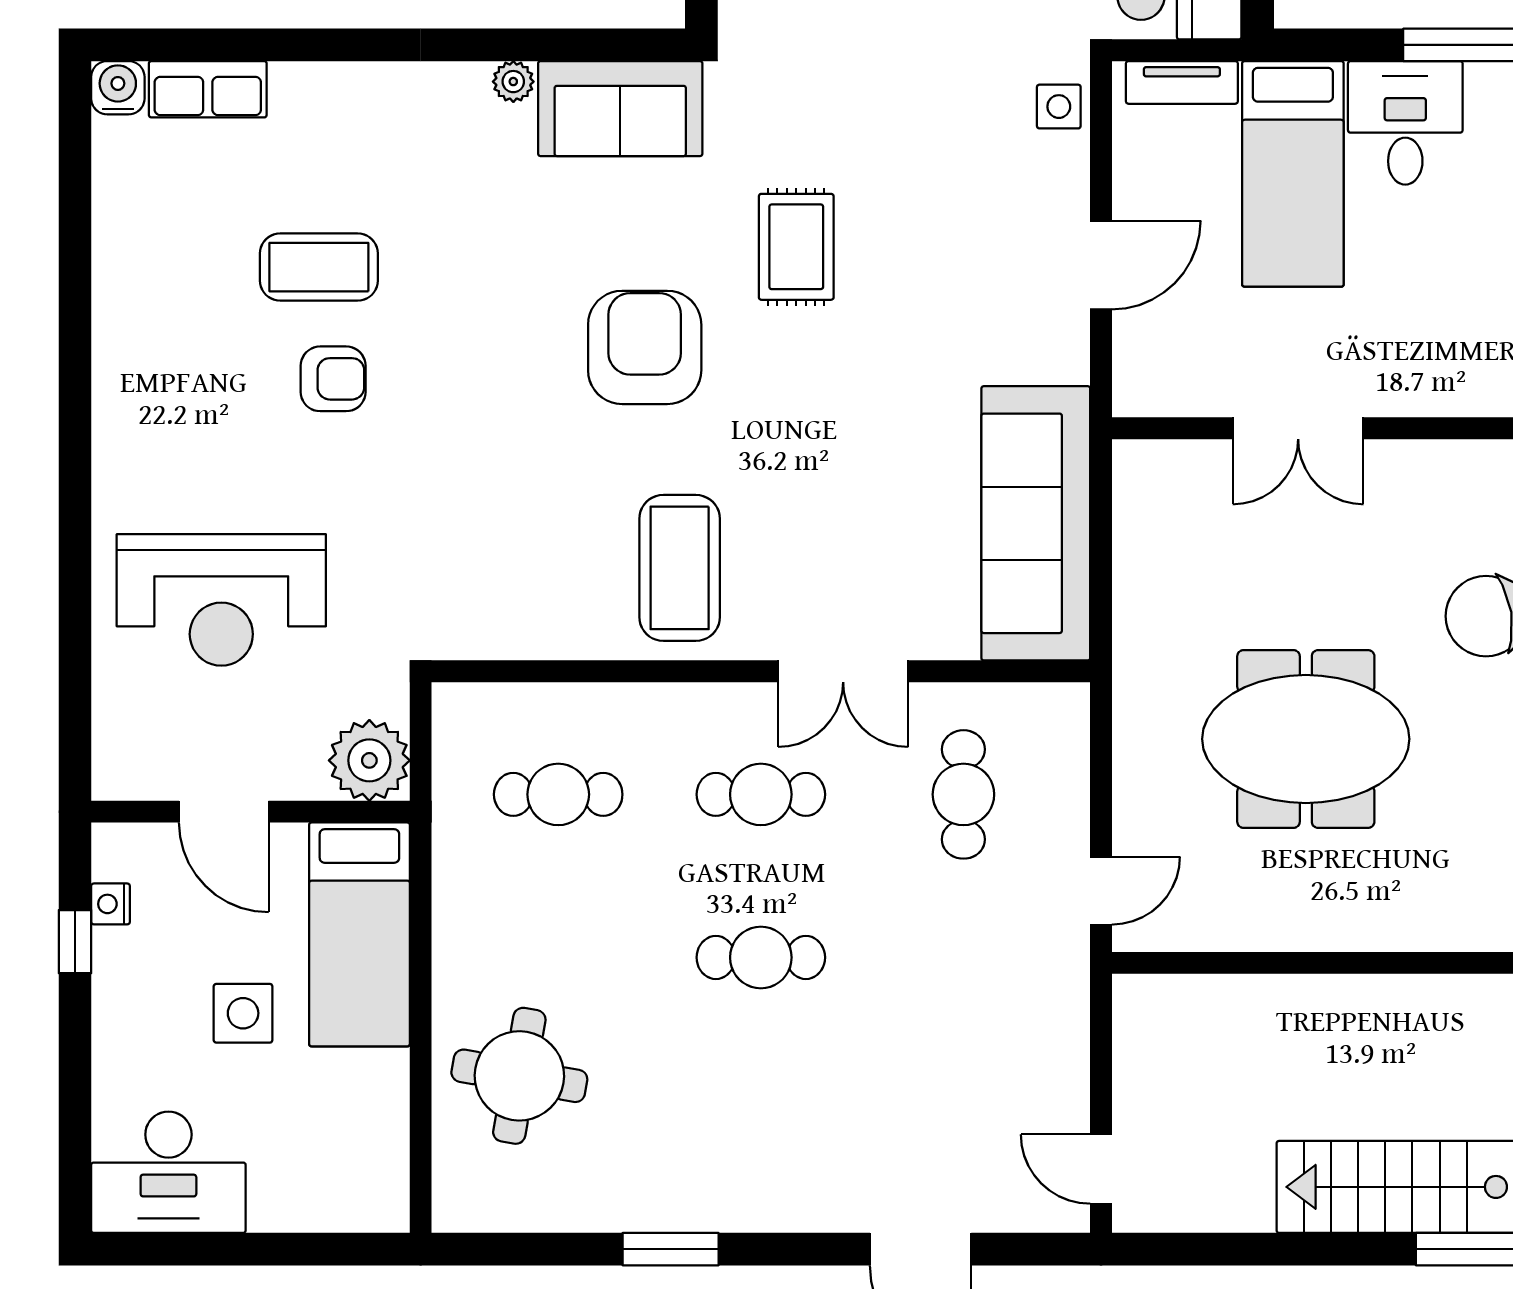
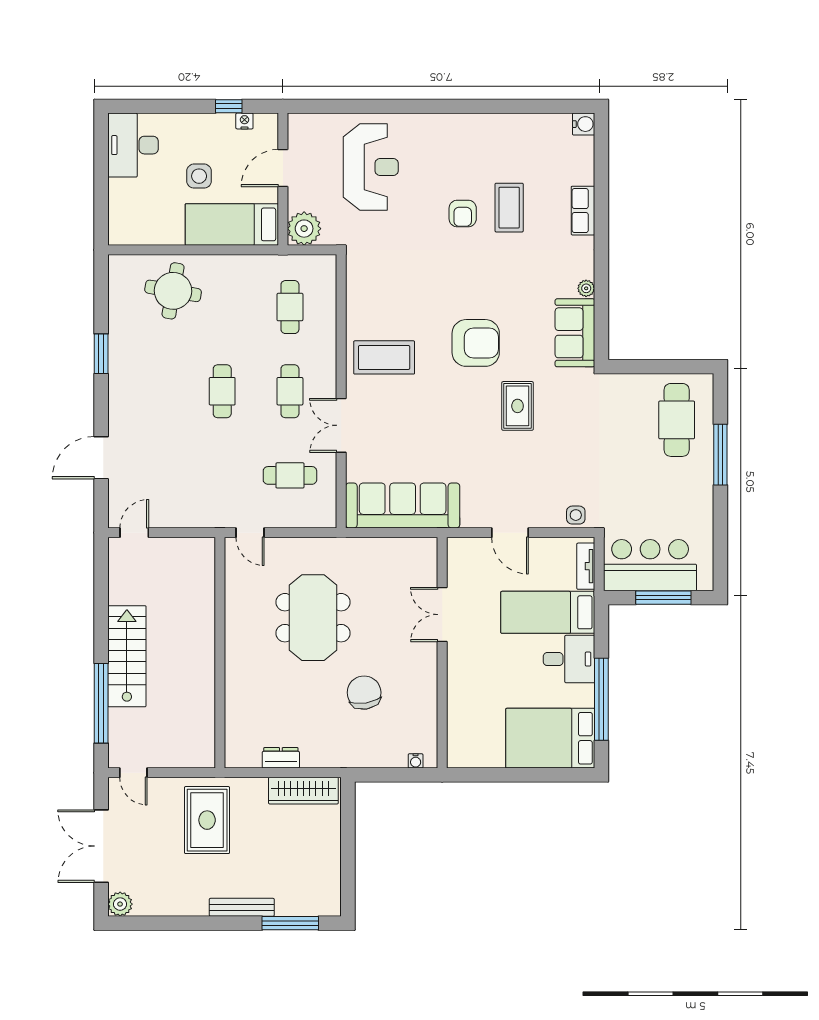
row of seats: (208, 89) -> (583, 211), moved
rug: (796, 247) -> (518, 406), turned 90
reception desk: (221, 600) -> (371, 167), turned 180

